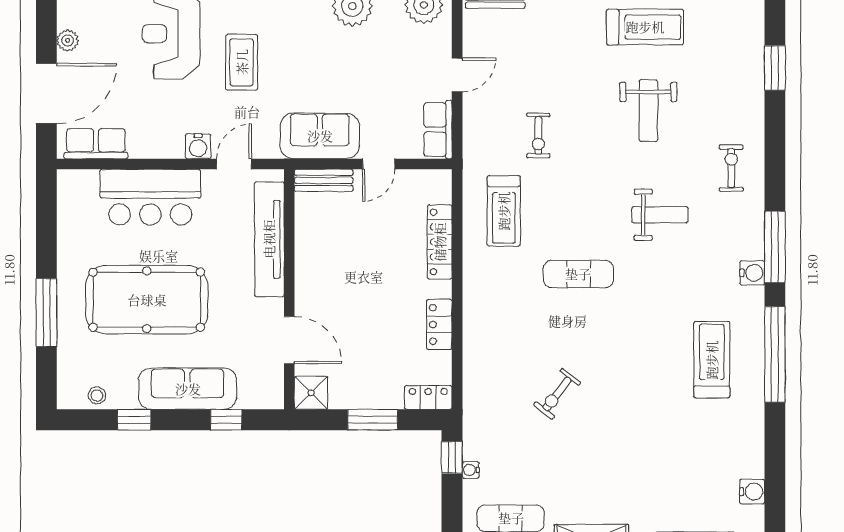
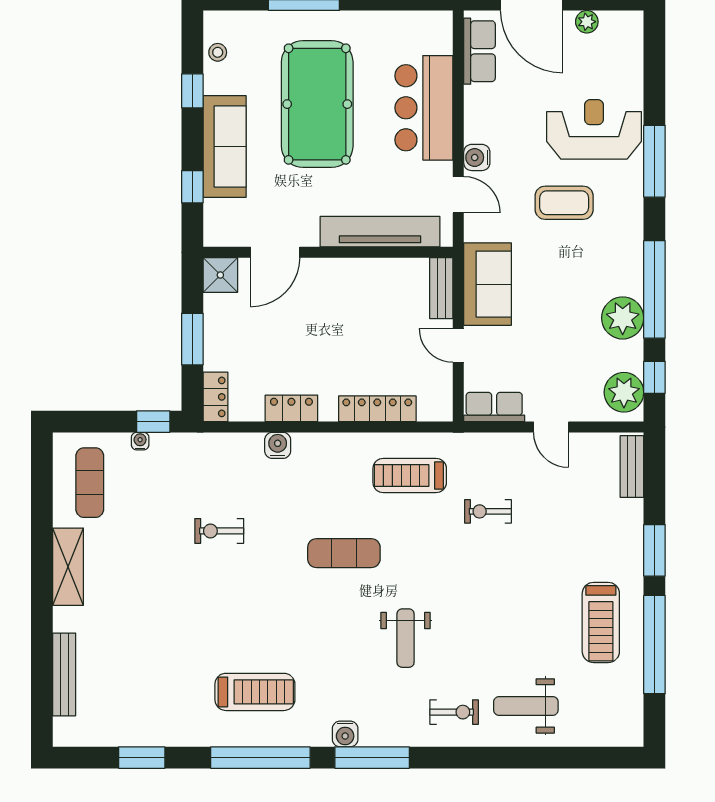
window: (775, 68) -> (142, 758), moved
weight bench: (648, 111) -> (526, 706), moved
exercise mat: (578, 274) -> (344, 553), turned 90
exercise bike: (557, 394) -> (219, 531), turned -38
water cooler: (752, 492) -> (278, 445), moved, turned 180

